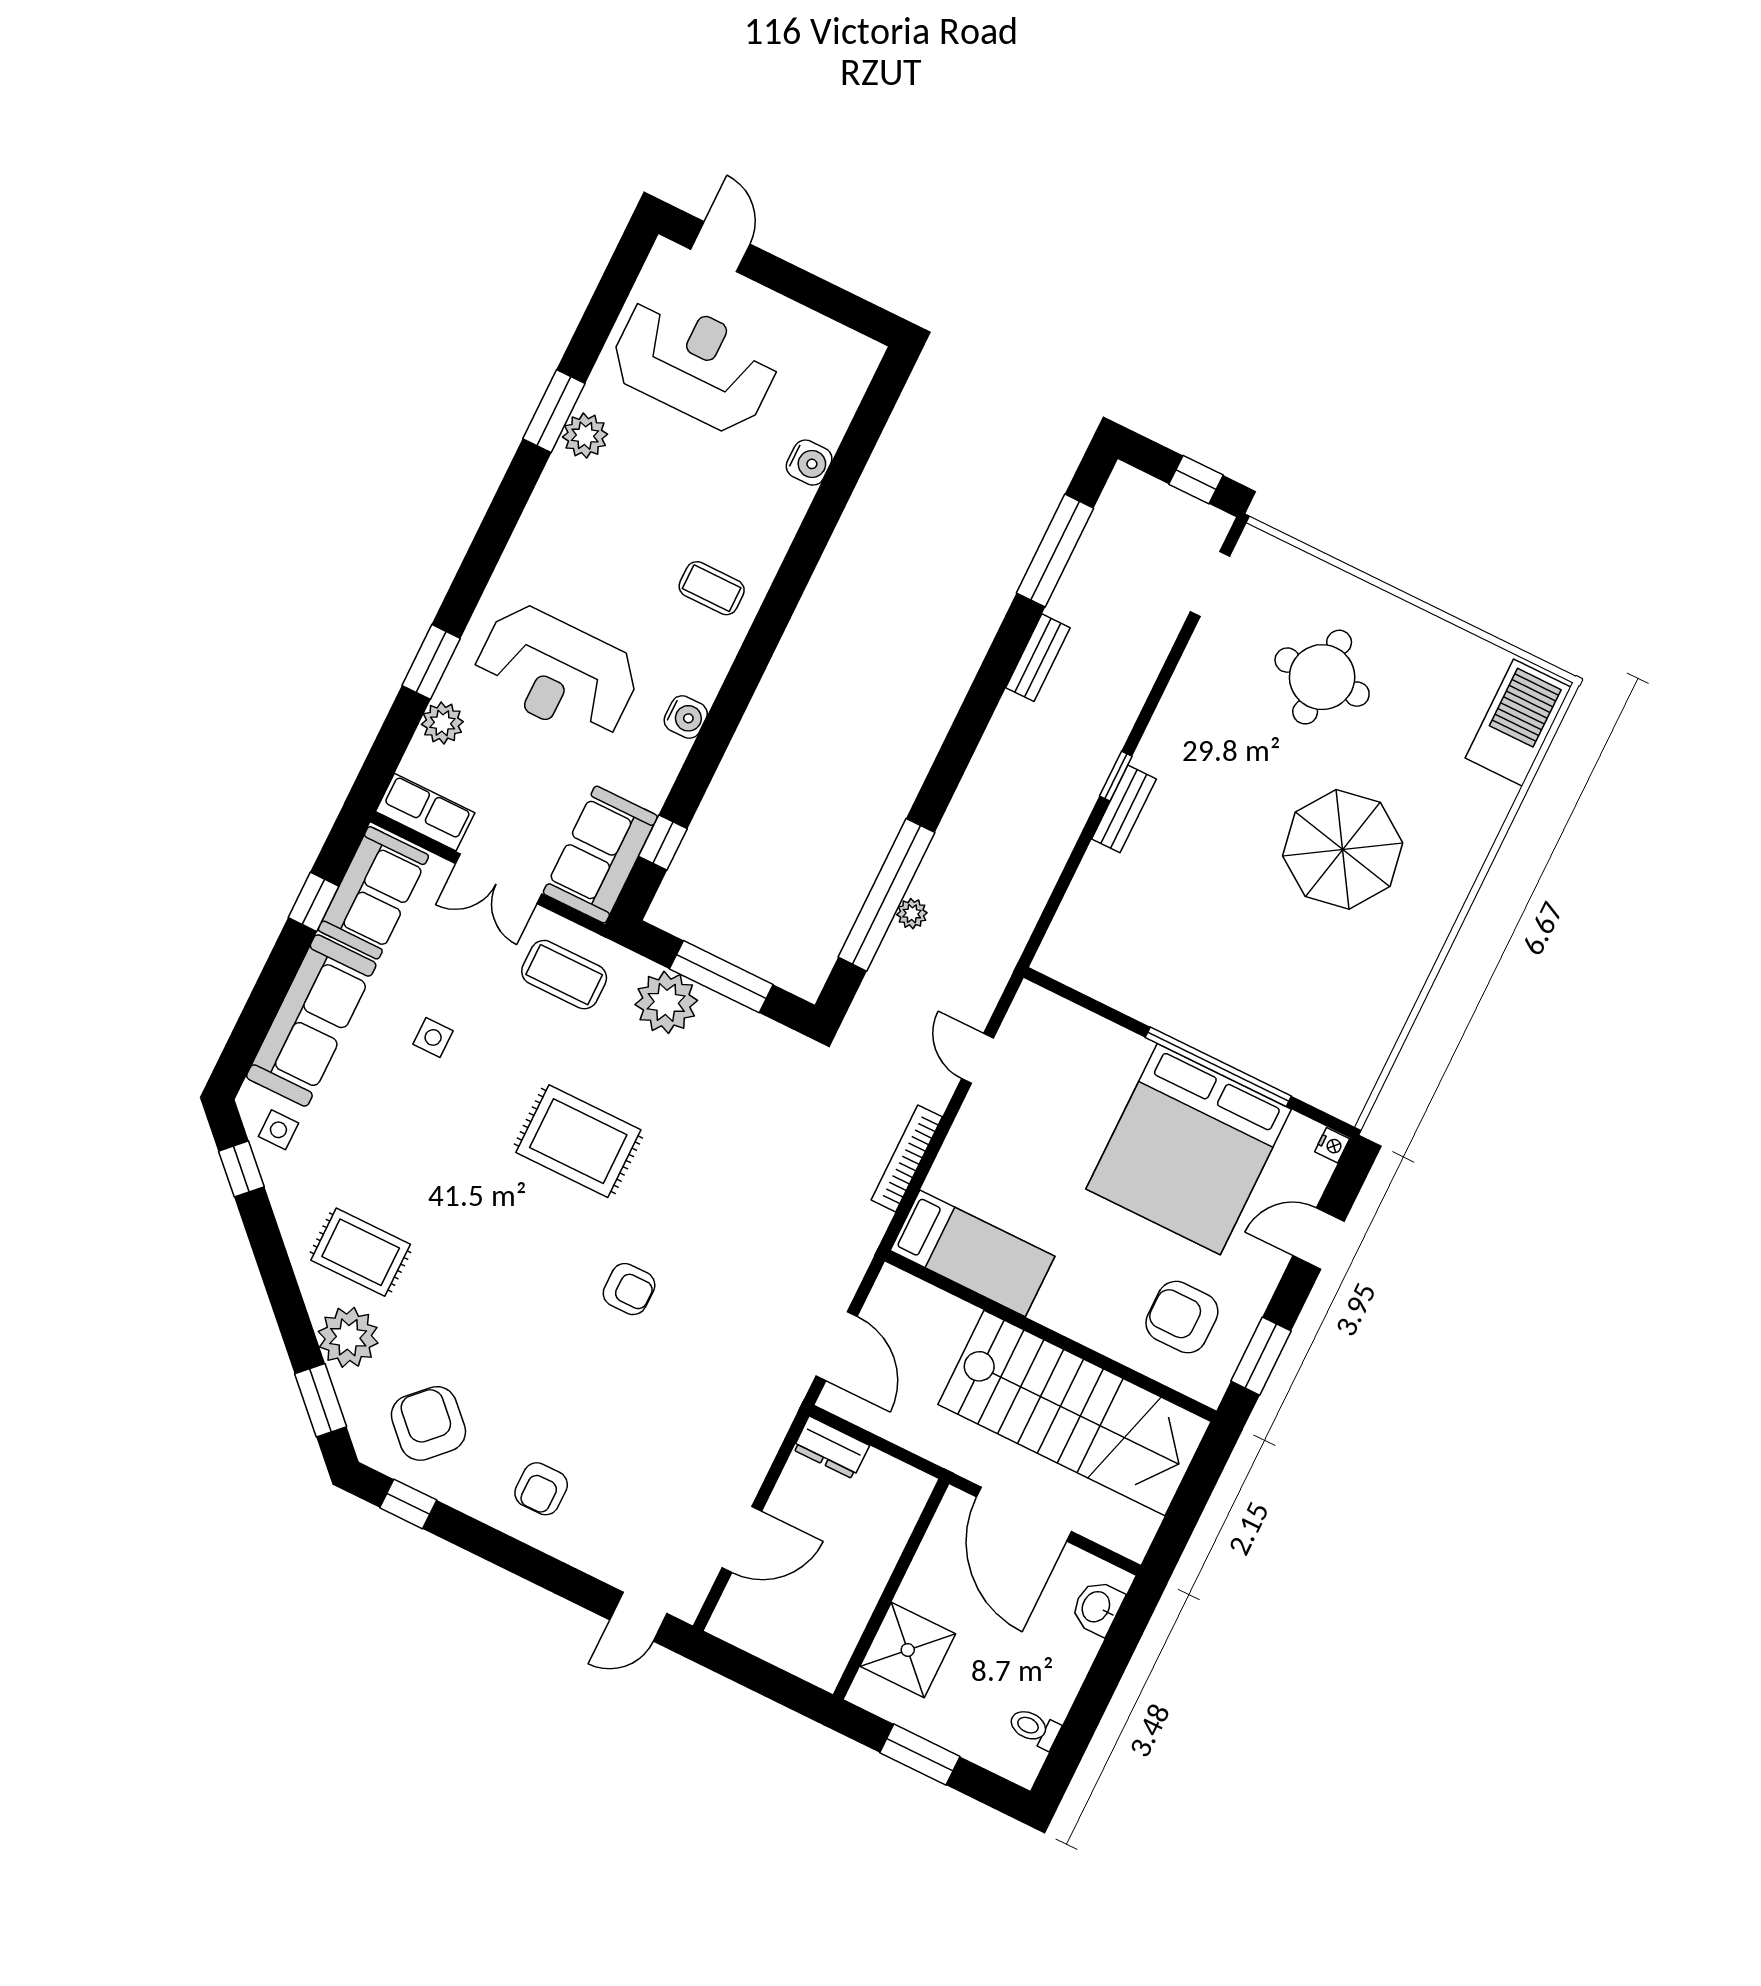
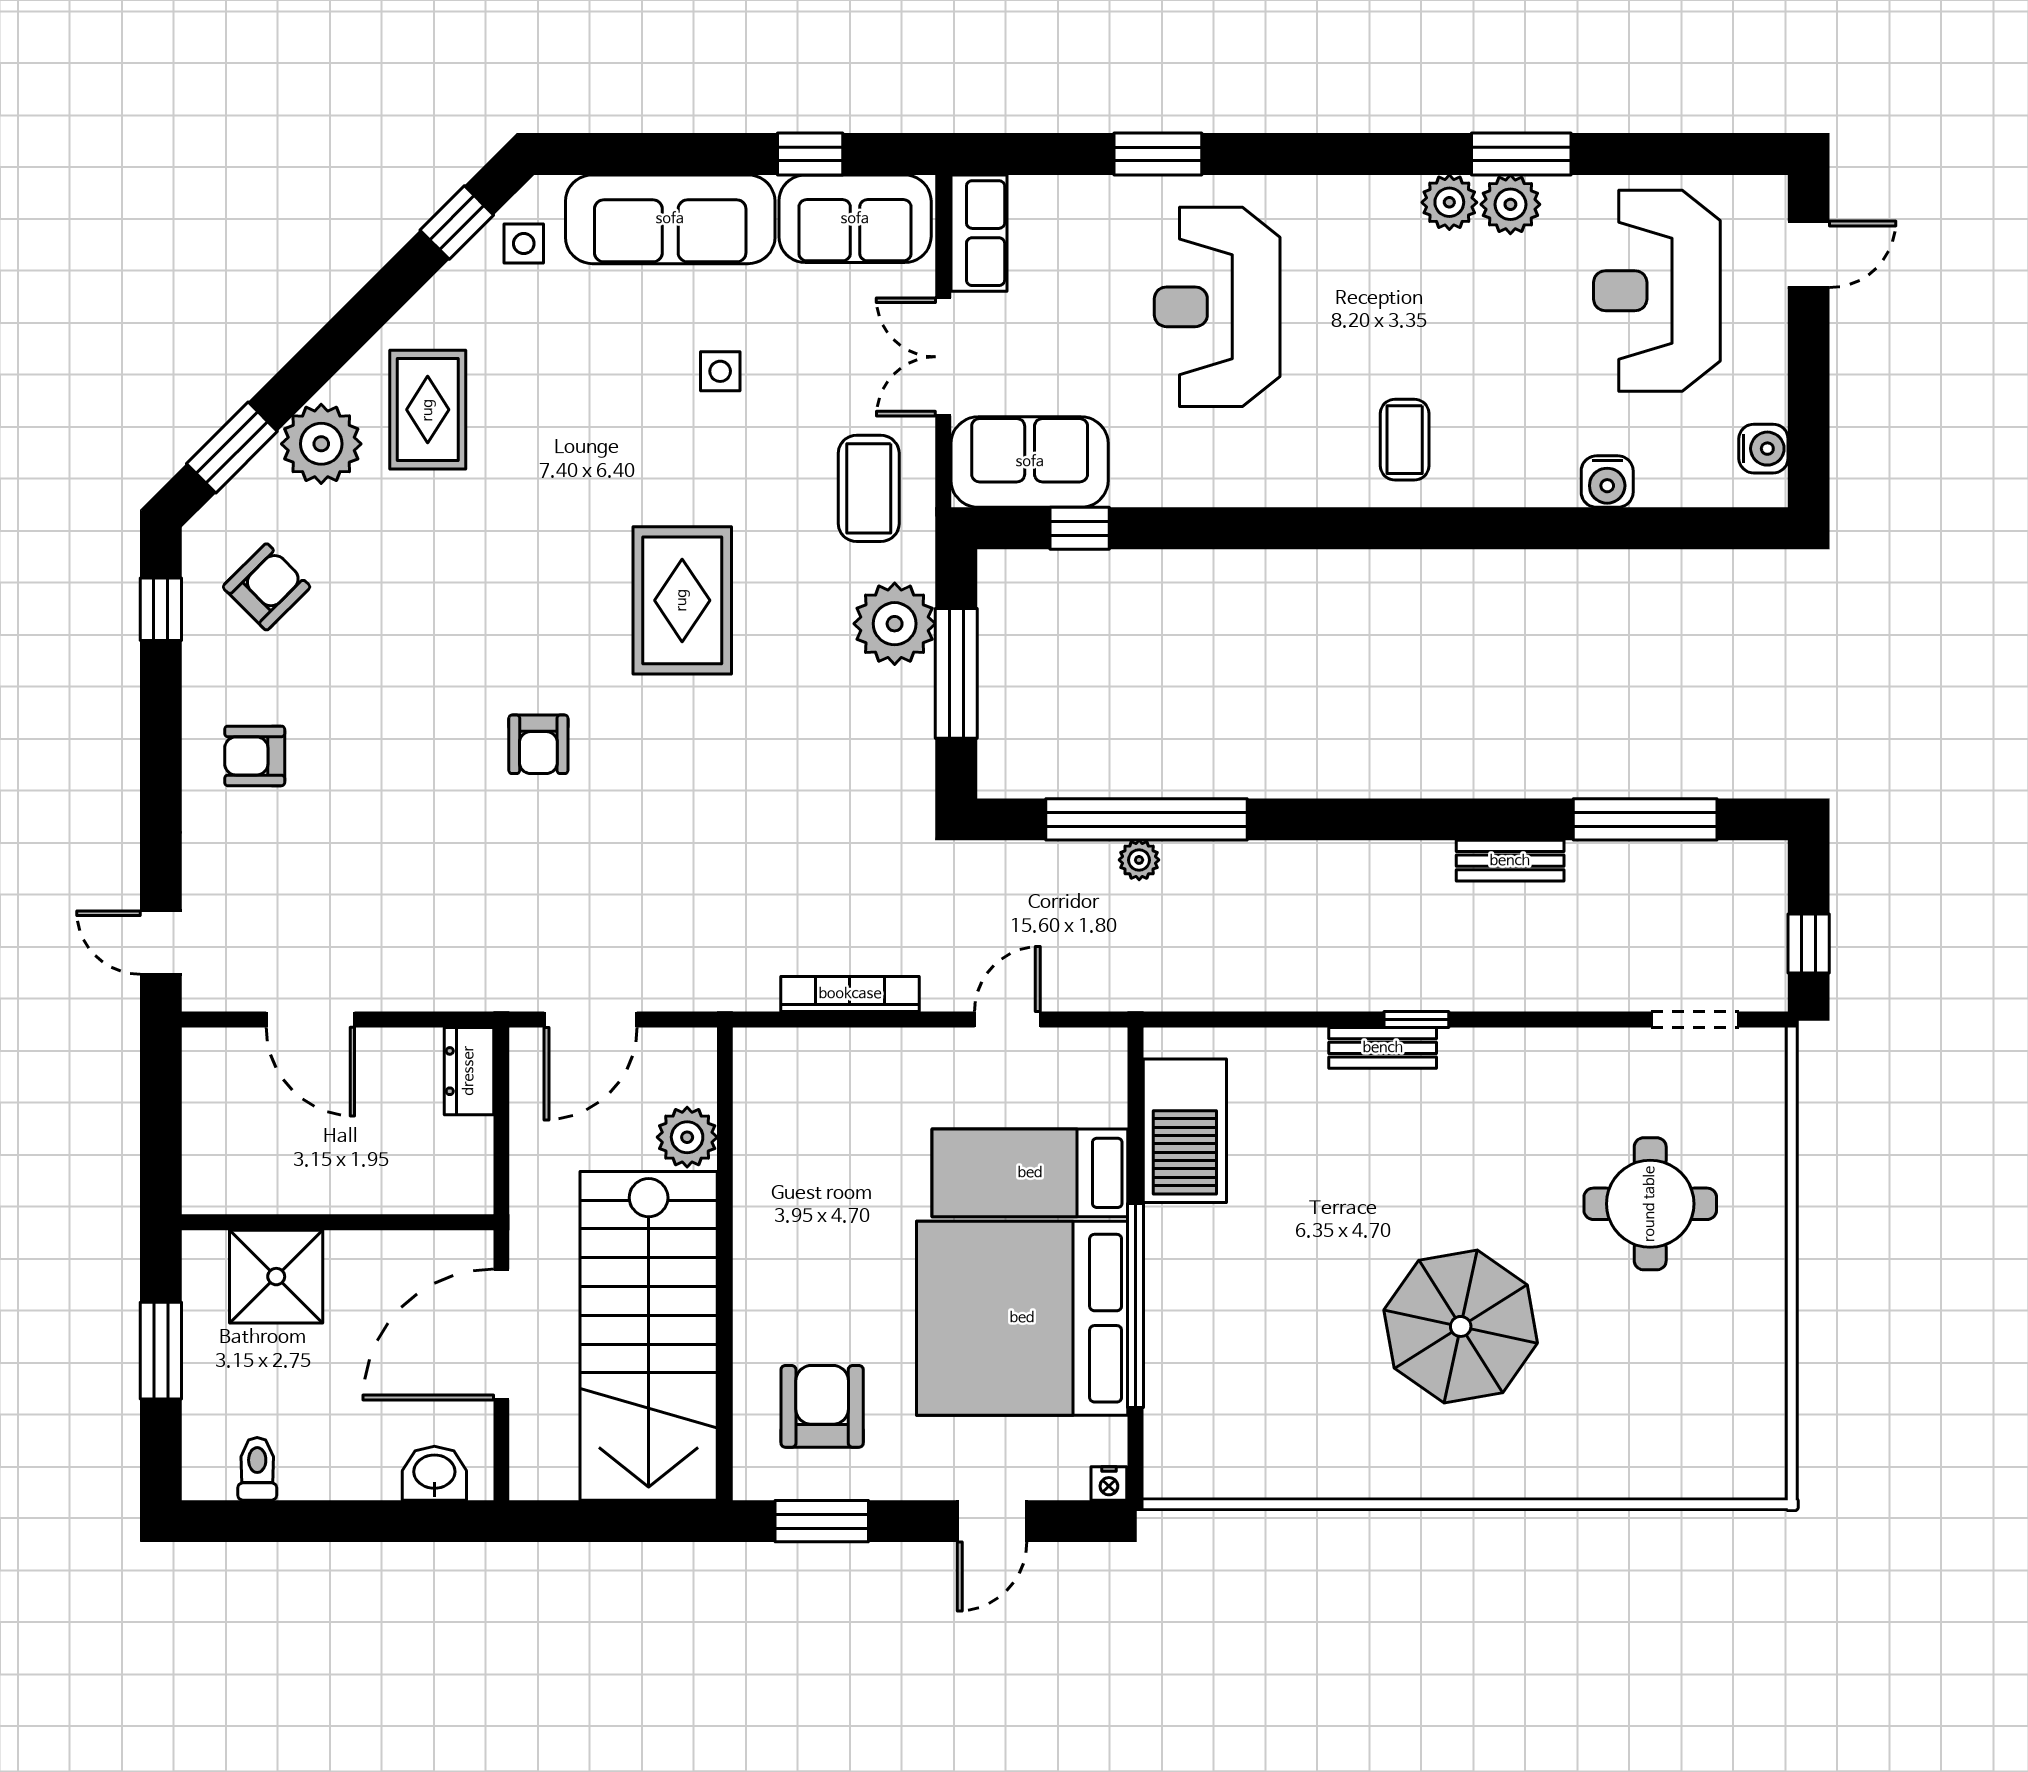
reception desk: (694, 364) -> (1657, 291), turned 180
water cooler: (686, 717) -> (1763, 449), moved, turned -90
plant: (442, 723) -> (1449, 202), moved
barbecue: (1518, 723) -> (1185, 1131), moved, turned 90
door: (1319, 1239) -> (992, 1521), swing flipped
bed: (972, 1253) -> (1030, 1173), moved, turned 90
plant: (950, 1319) -> (687, 1137), added
armchair: (428, 1423) -> (267, 587), width x0.72, depth x0.72

